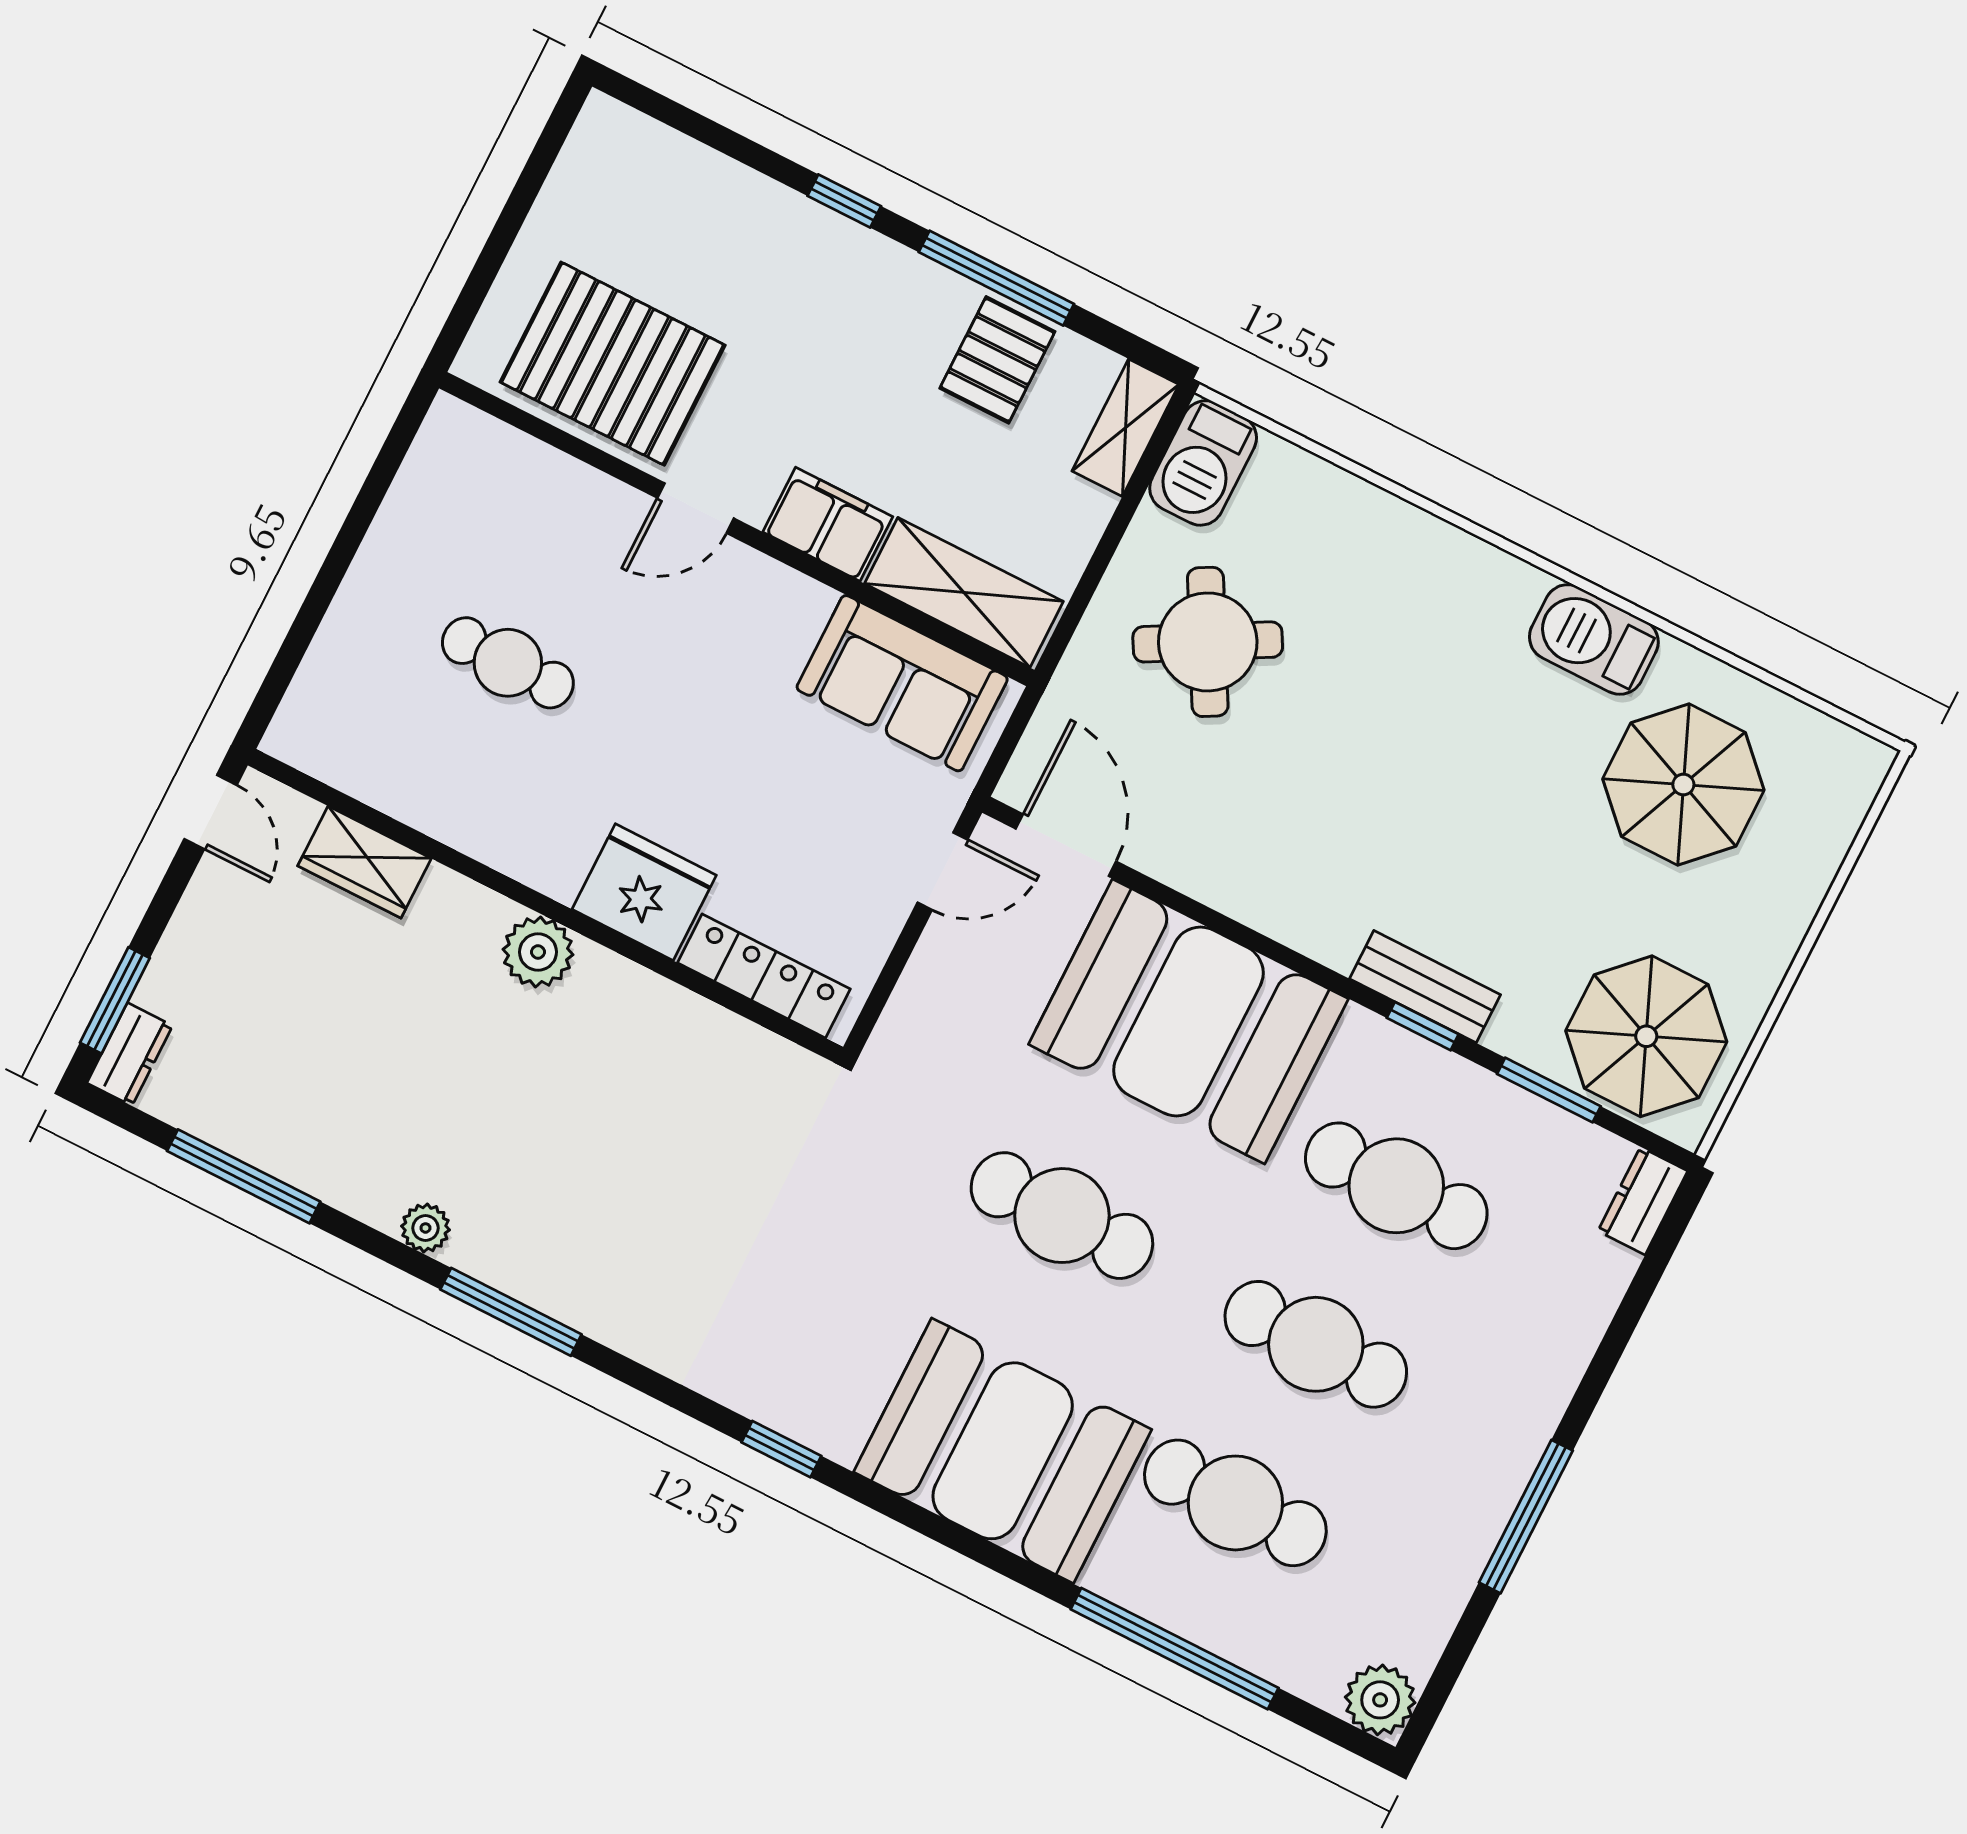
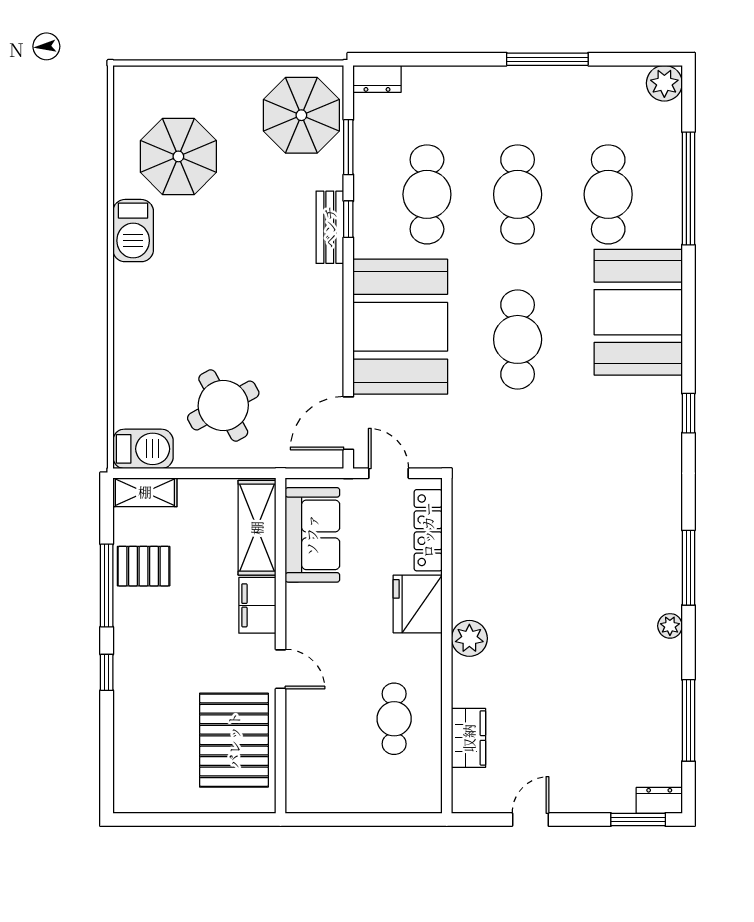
wardrobe: (364, 862) -> (469, 738), moved
fridge: (644, 892) -> (418, 604), moved
wall: (545, 906) -> (447, 646), moved
plant: (538, 952) -> (469, 638), moved
locker: (764, 976) -> (428, 530), moved

